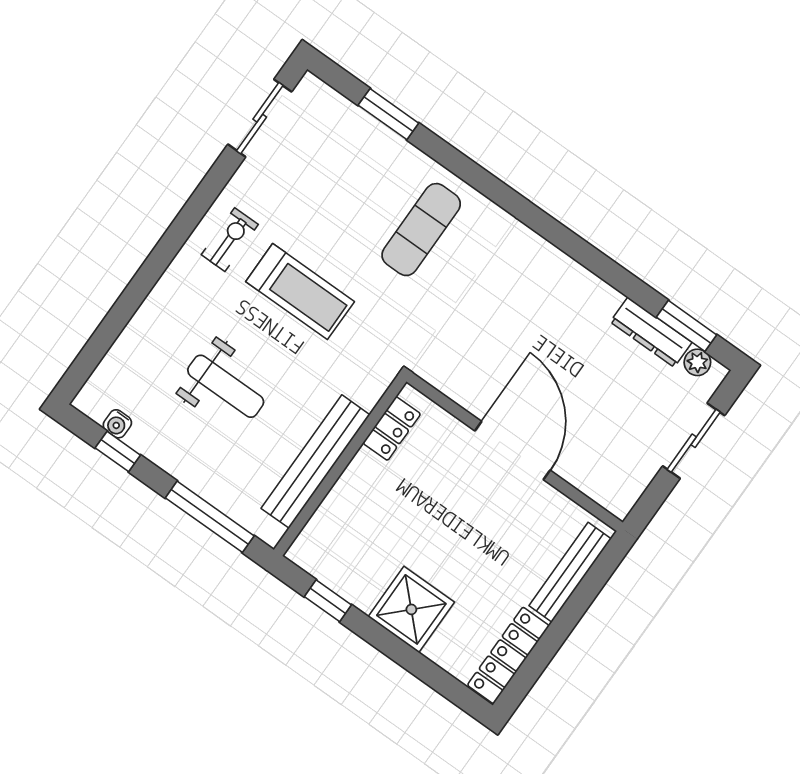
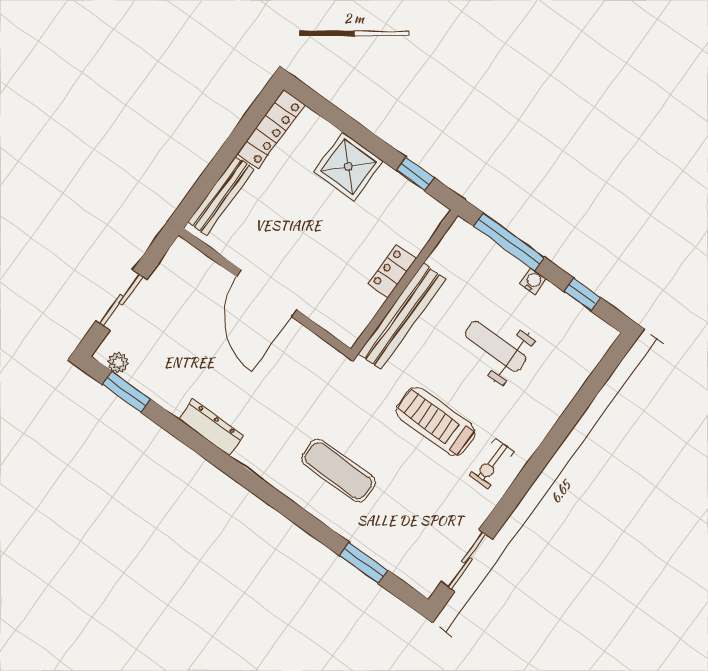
exercise mat: (421, 230) -> (338, 471), turned 90
dresser: (651, 332) -> (211, 427), moved
water cooler: (117, 424) -> (533, 281), moved
locker: (392, 428) -> (392, 271), moved
bench: (316, 462) -> (402, 316), moved

